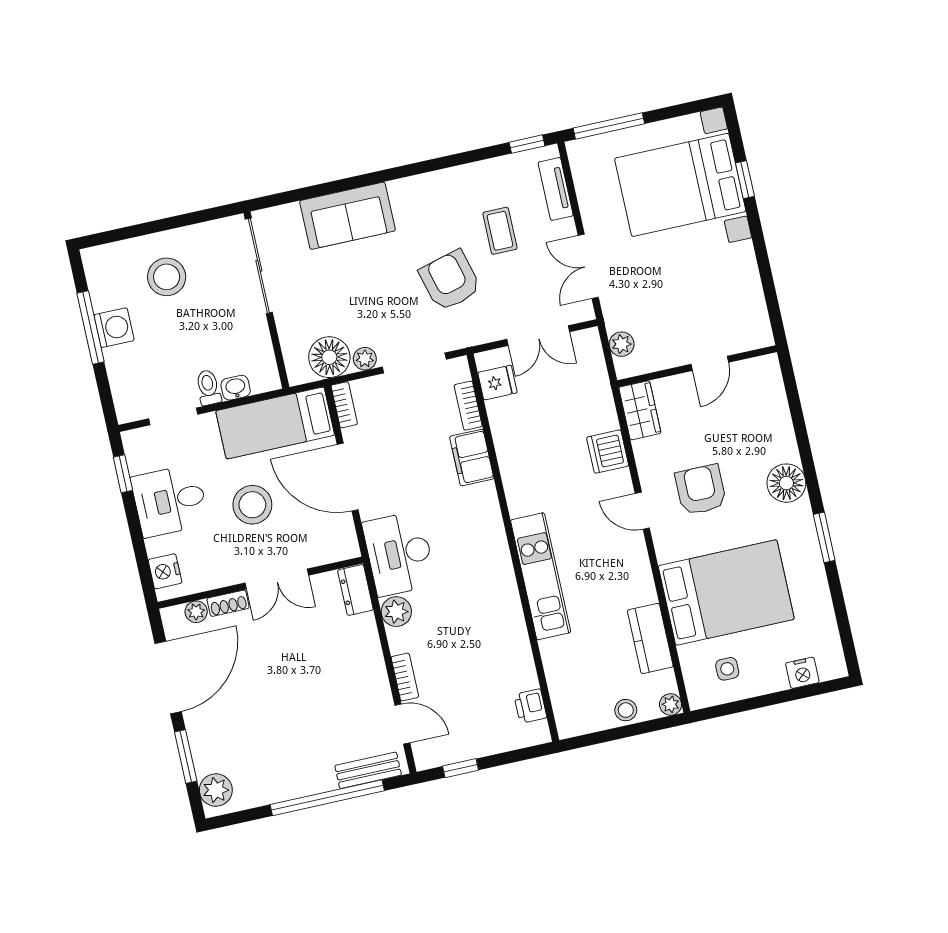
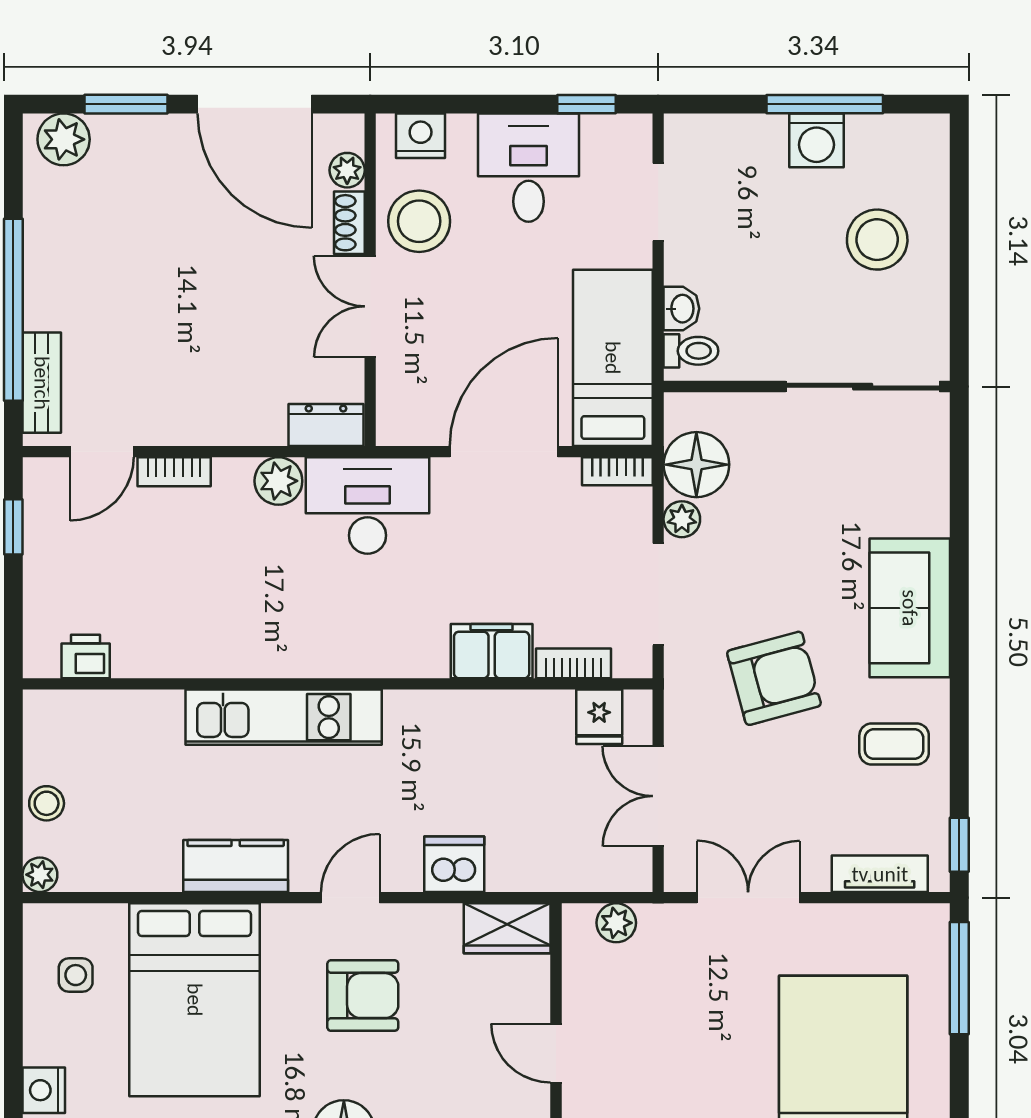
sofa: (348, 216) -> (910, 608), moved
coffee table: (500, 231) -> (894, 744), moved
toilet: (208, 388) -> (691, 351), moved
stool: (252, 505) -> (419, 221), moved
kitchen counter: (650, 638) -> (236, 866), moved

